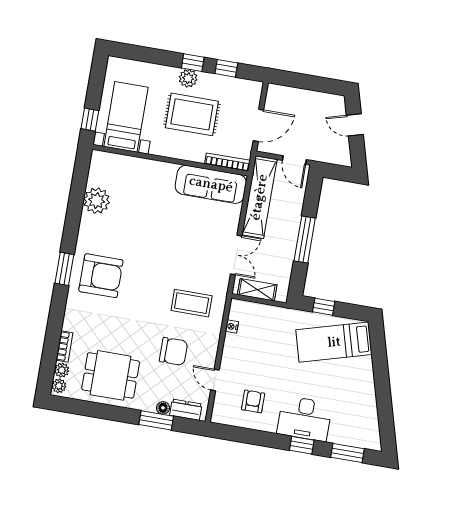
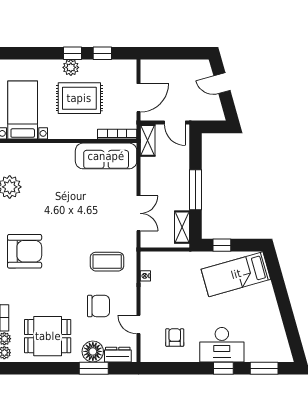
shelving: (259, 197) -> (148, 140), width x0.45, depth x0.75
shelving: (257, 290) -> (182, 227), moved, turned 90
floor lamp: (163, 408) -> (93, 351), width x1.89, depth x1.89

